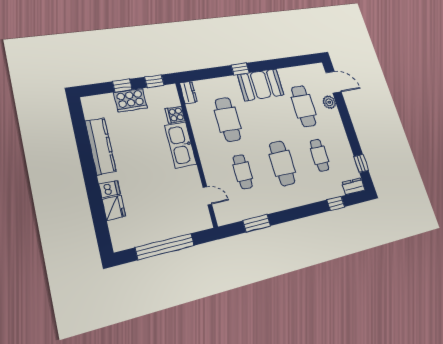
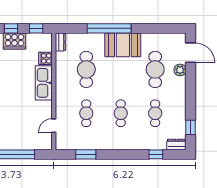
window: (240, 69) -> (109, 28), width x3.17
cafe table: (282, 163) -> (121, 113), width x0.73, depth x0.74
door: (207, 196) -> (54, 126), swing flipped

